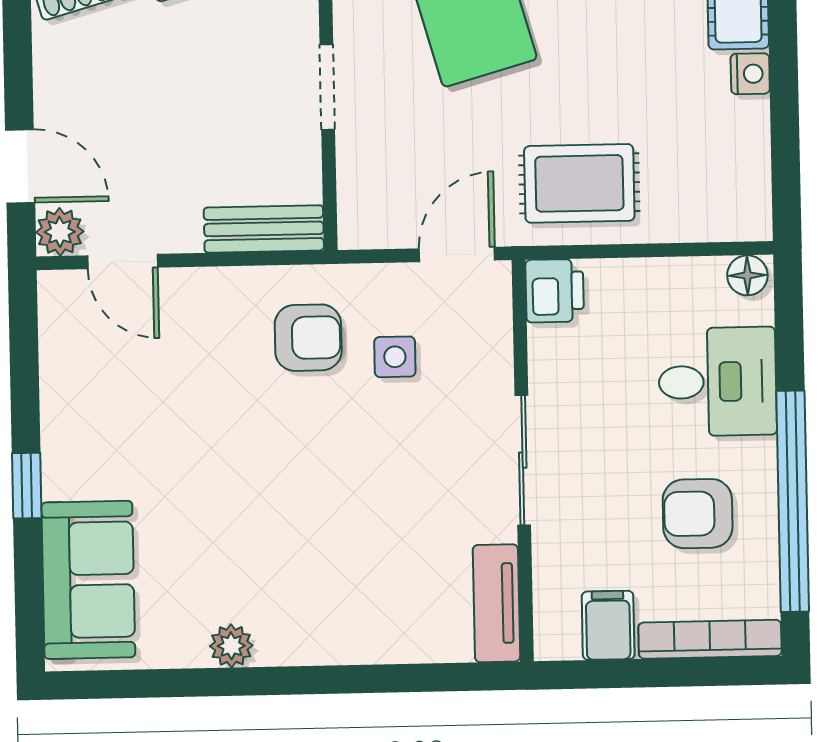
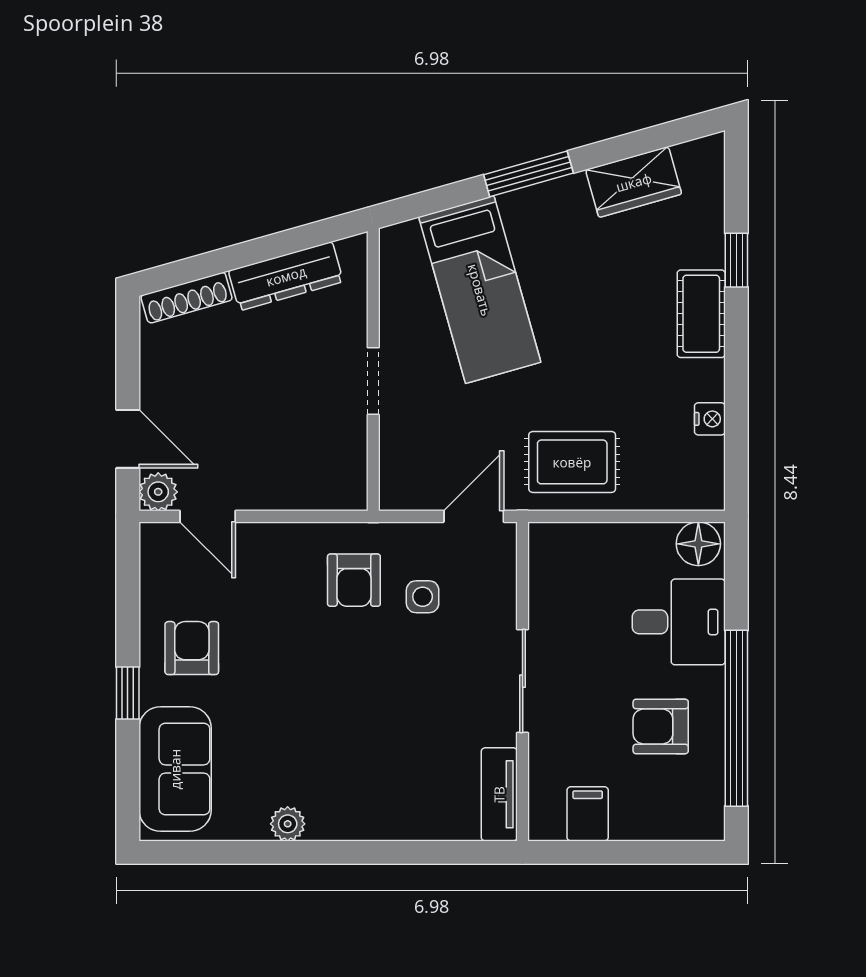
nightstand: (750, 74) -> (710, 419), moved
bench: (264, 229) -> (320, 493), removed
floor lamp: (747, 275) -> (698, 544), width x1.37, depth x1.37
printer: (555, 291) -> (551, 547), removed
armchair: (308, 338) -> (354, 580), turned 90
armchair: (106, 427) -> (192, 648), added
bookcase: (710, 639) -> (668, 827), removed

